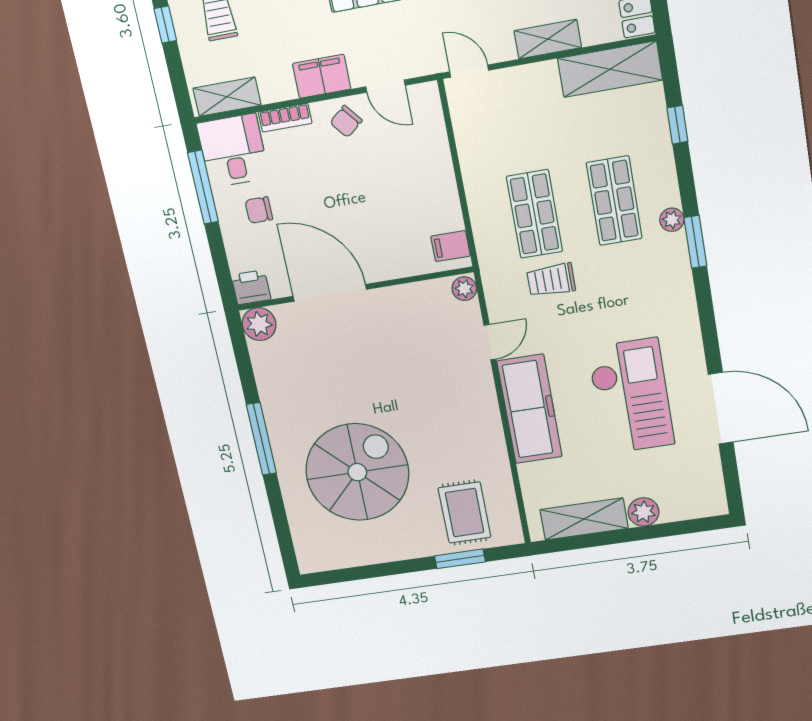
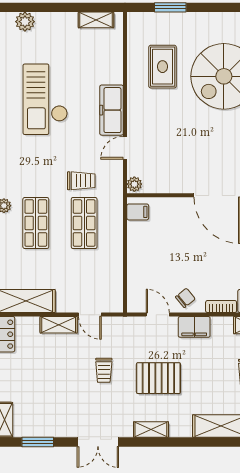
door: (469, 71) -> (90, 315), moved
freezer: (530, 409) -> (112, 110), width x0.73, depth x0.79
plant: (643, 512) -> (25, 22), moved
rug: (465, 513) -> (163, 67), moved
shelving: (584, 519) -> (96, 20), width x0.67, depth x0.75

